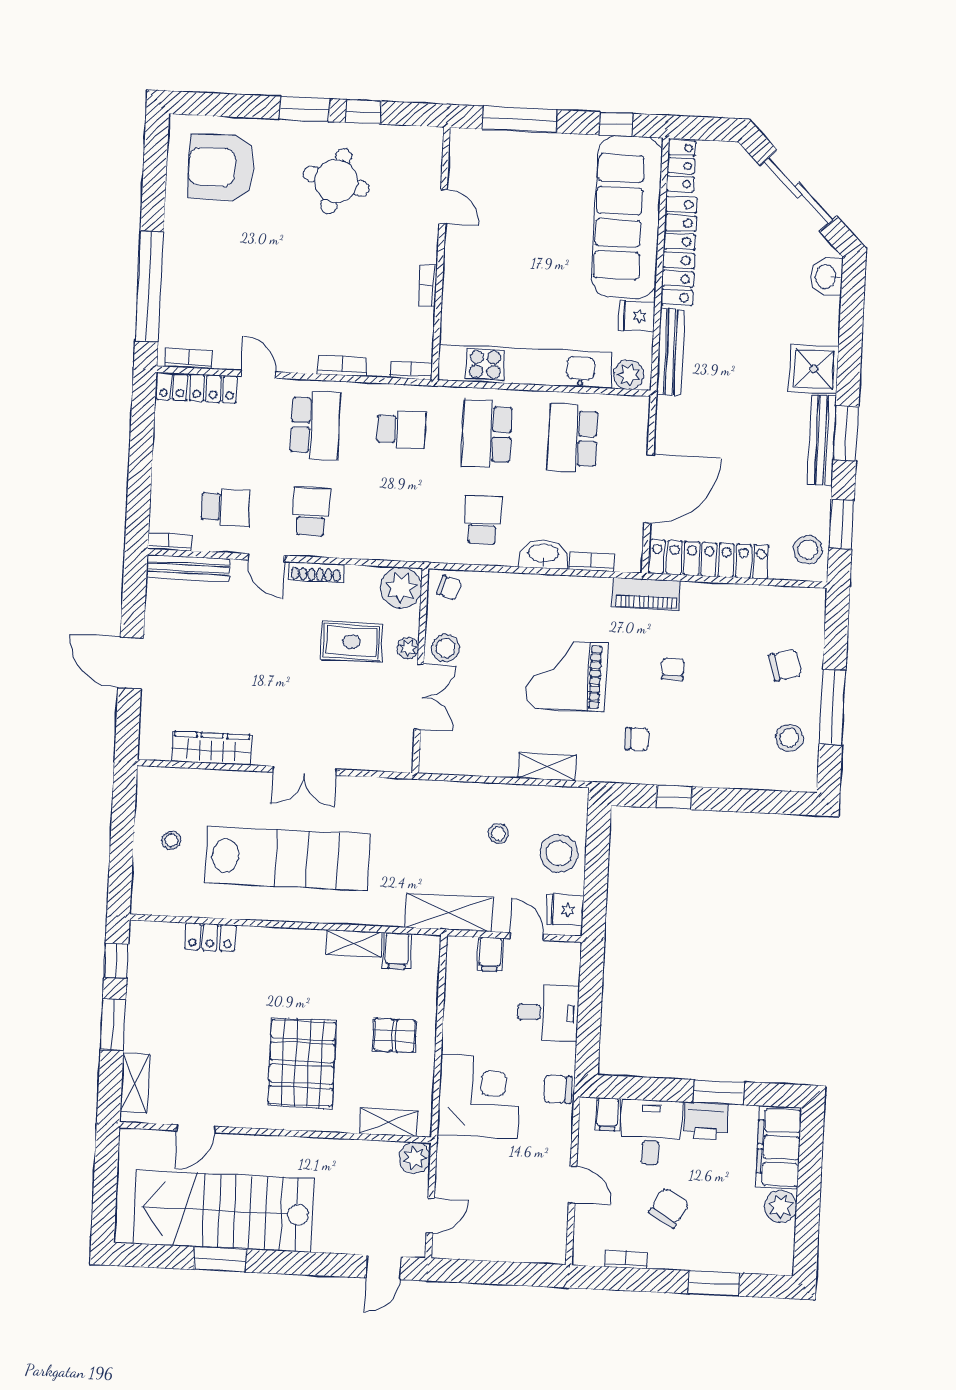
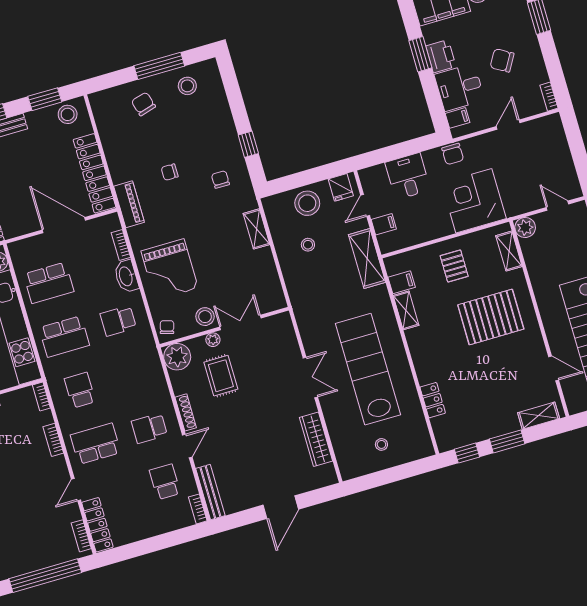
grand piano: (566, 676) -> (170, 270), moved
bookcase: (626, 1260) -> (549, 97), moved

